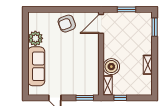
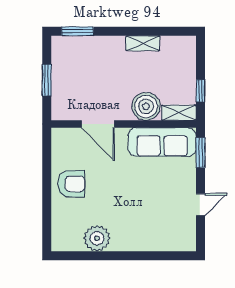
armchair: (67, 24) -> (71, 184), turned -69
door: (101, 24) -> (98, 124), moved
sofa: (36, 66) -> (162, 142), moved, turned 180

